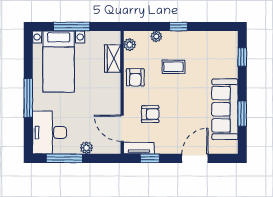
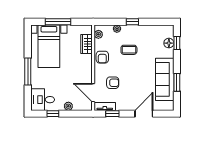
floor lamp: (231, 57) -> (169, 43), added
desk: (50, 132) -> (43, 100), width x0.73
window: (64, 158) -> (53, 114), width x0.46

